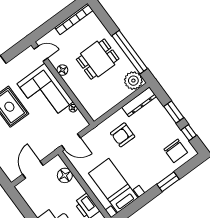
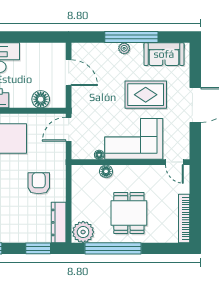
door: (41, 54) -> (174, 162), hinge flipped
floor lamp: (62, 70) -> (106, 171), moved
window: (174, 112) -> (38, 248), moved

